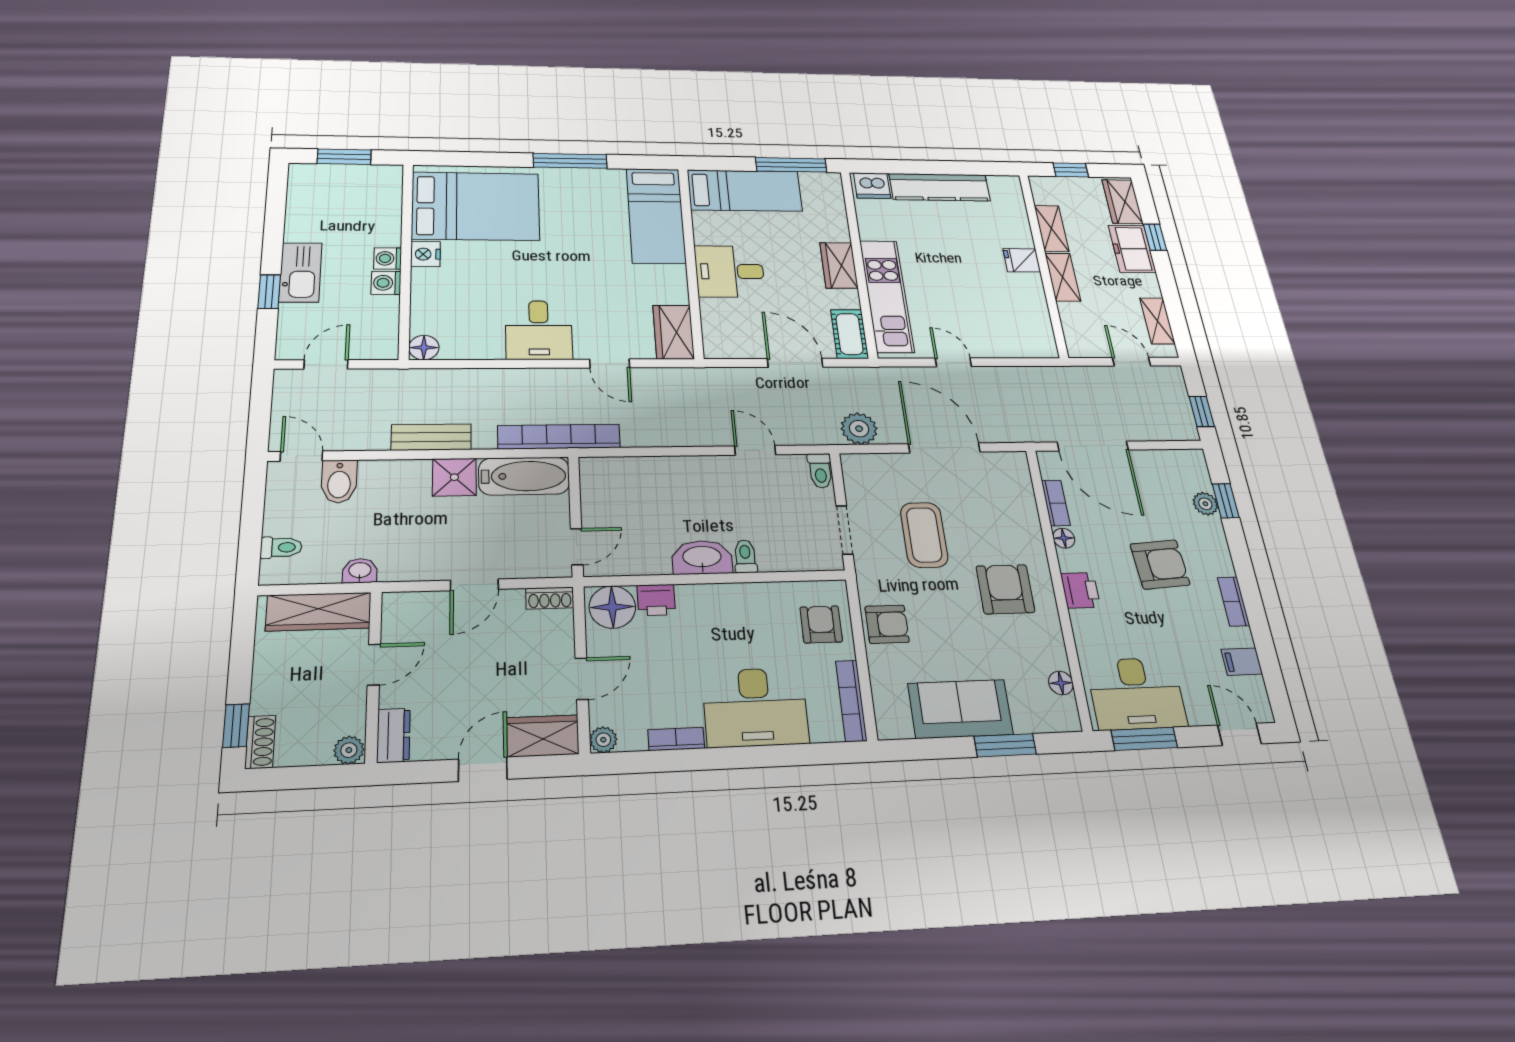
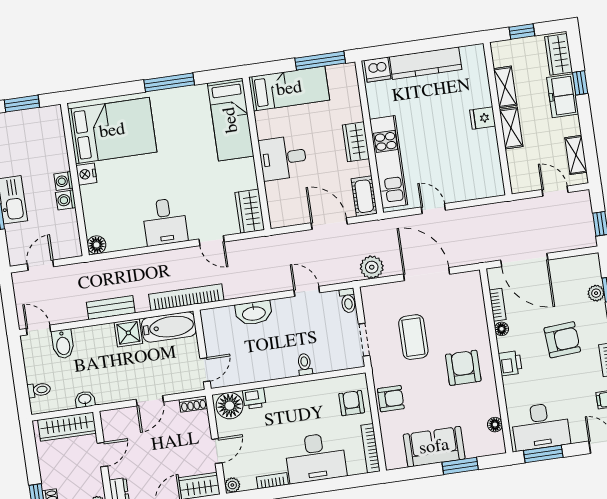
washbasin: (702, 557) -> (254, 313), moved, turned 180

